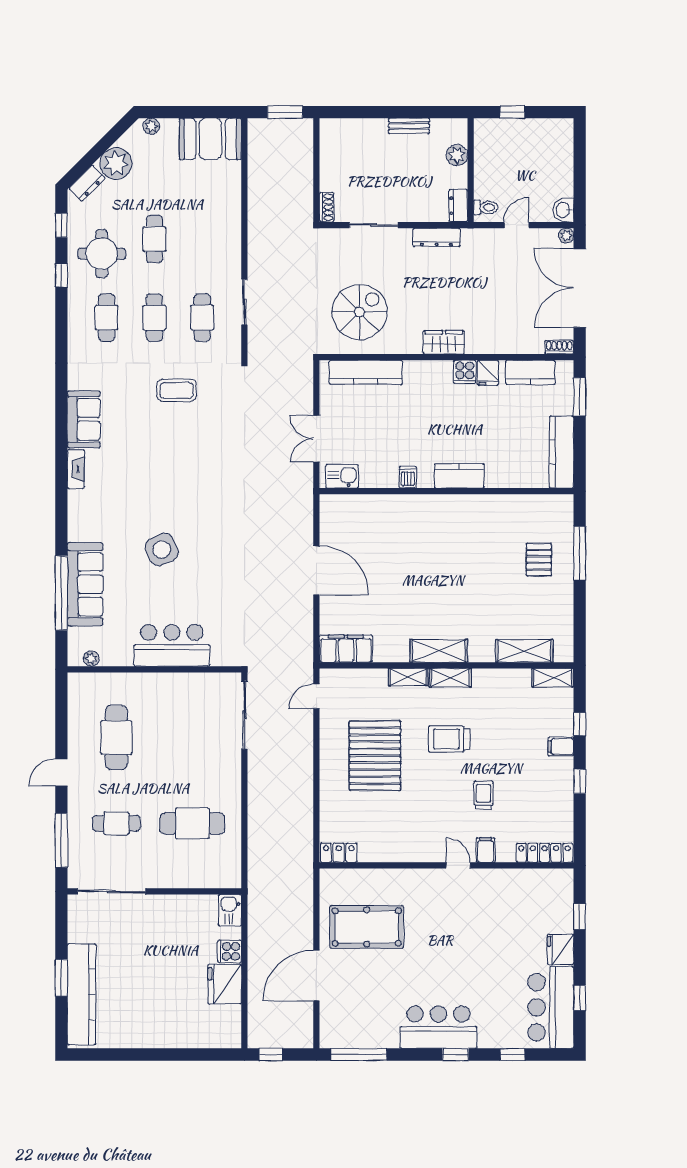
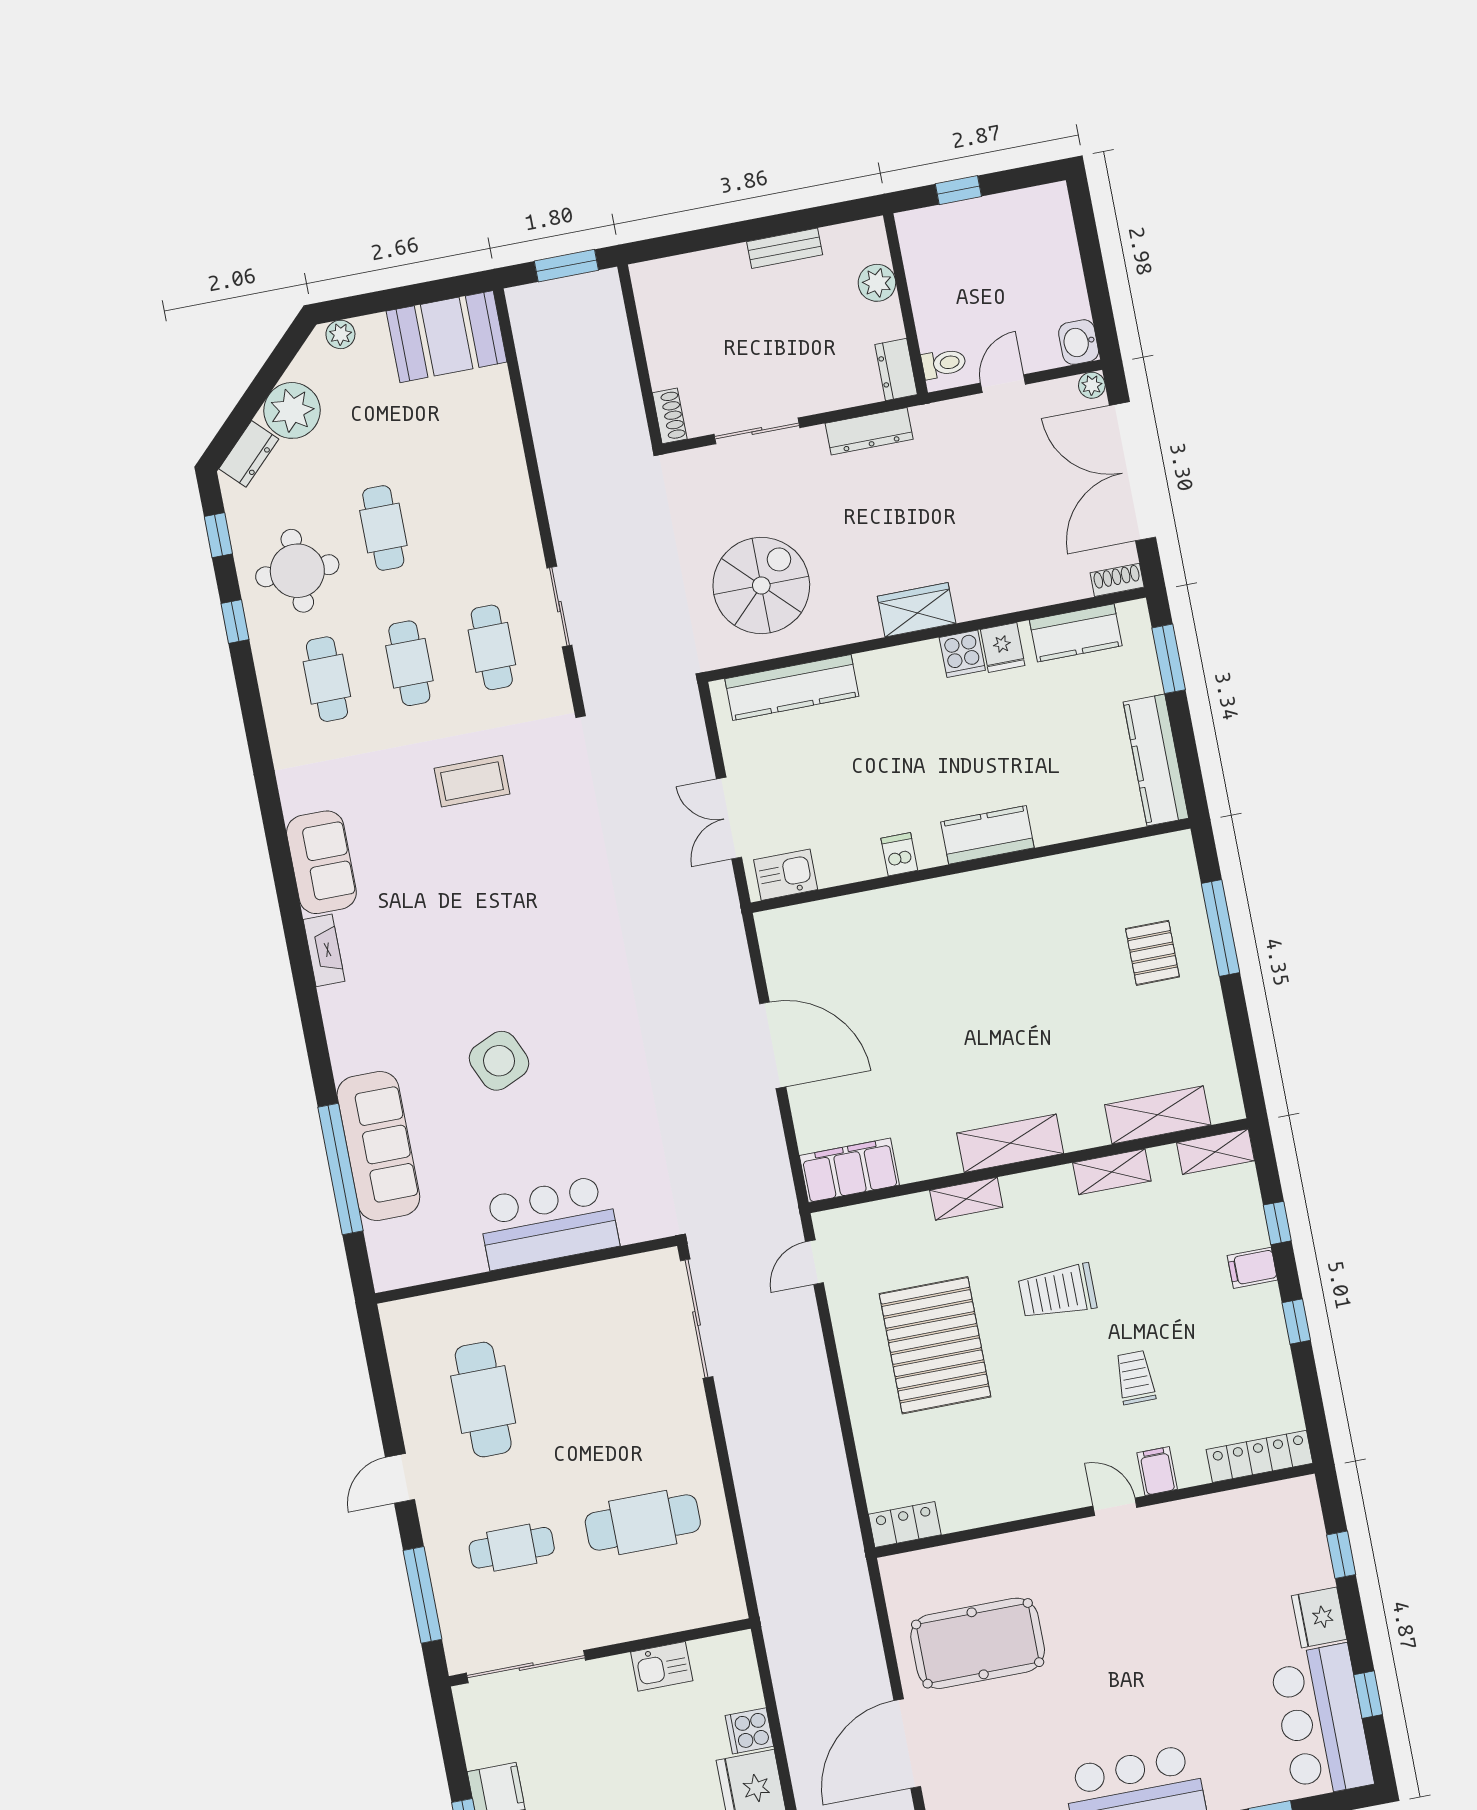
plant: (91, 659) -> (414, 1272), removed
shelving: (450, 678) -> (1112, 1172), moved
kitchen sink: (230, 910) -> (662, 1666), moved, turned -90

